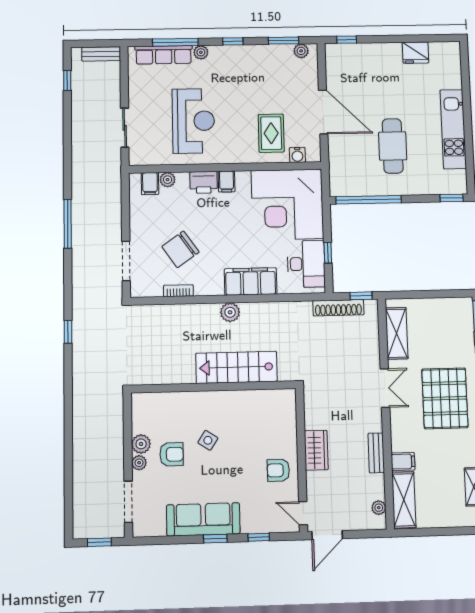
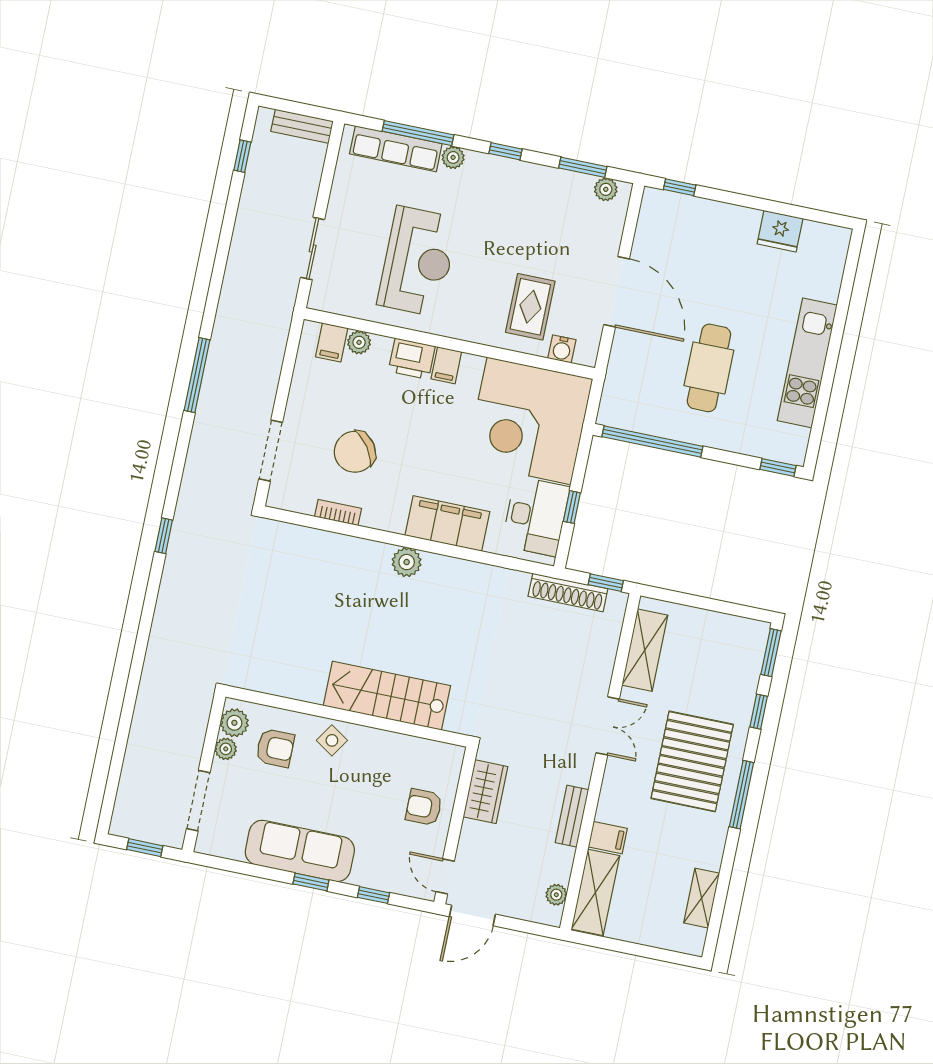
stairs: (236, 367) -> (387, 696), moved
wall: (213, 387) -> (347, 716), moved

